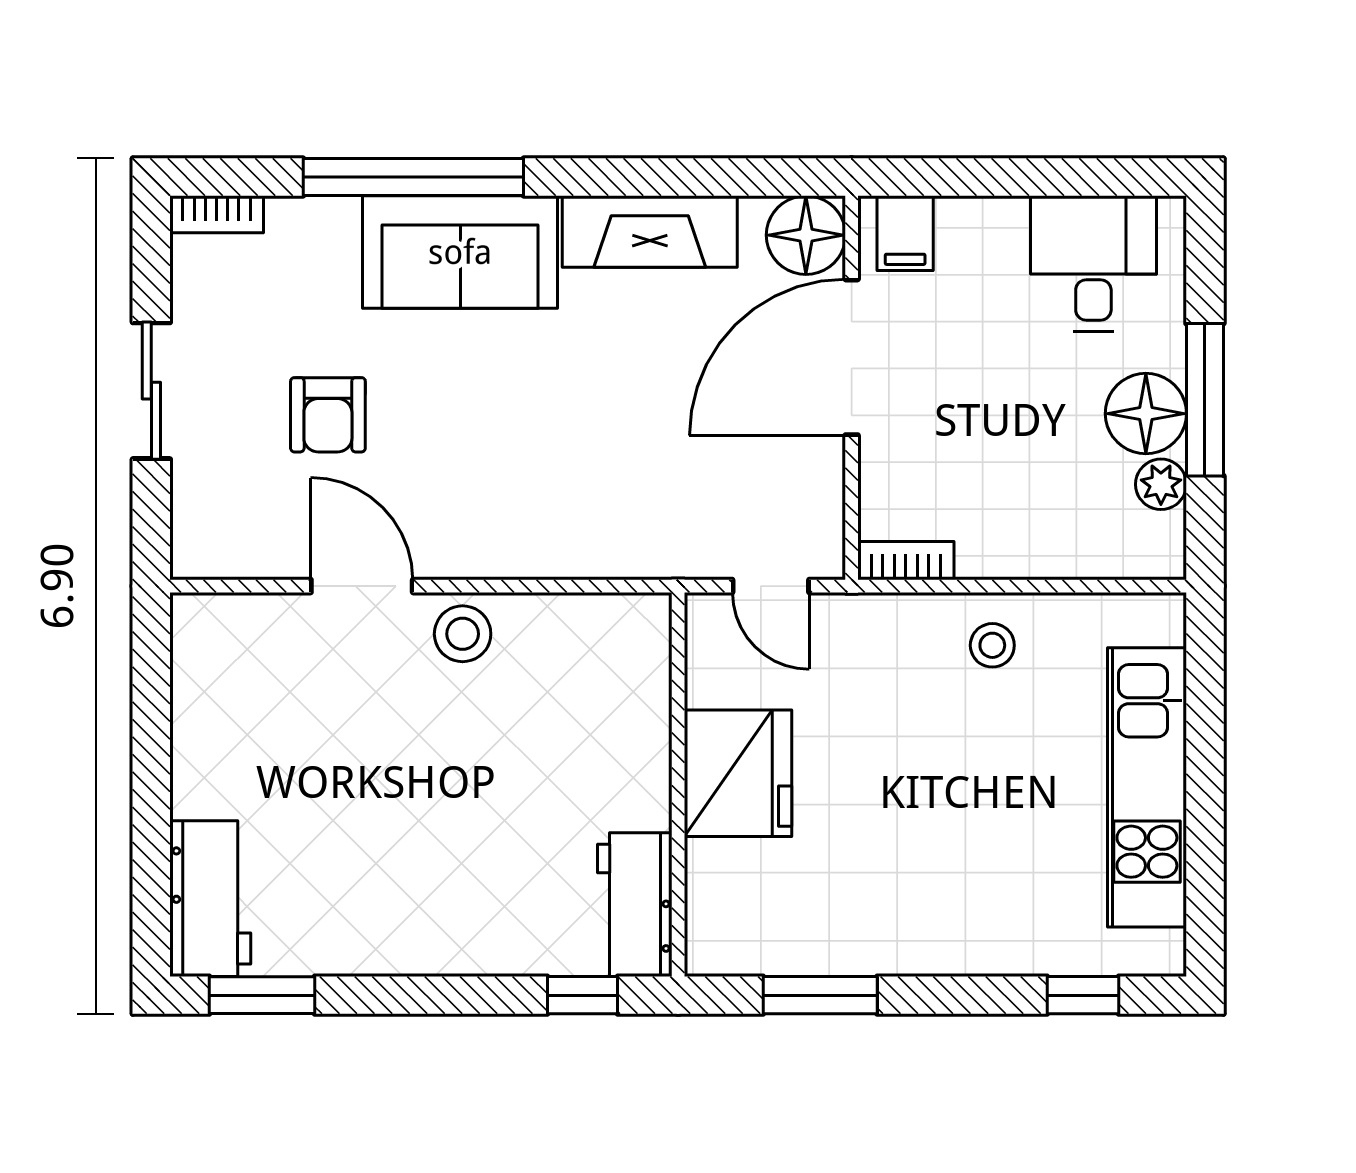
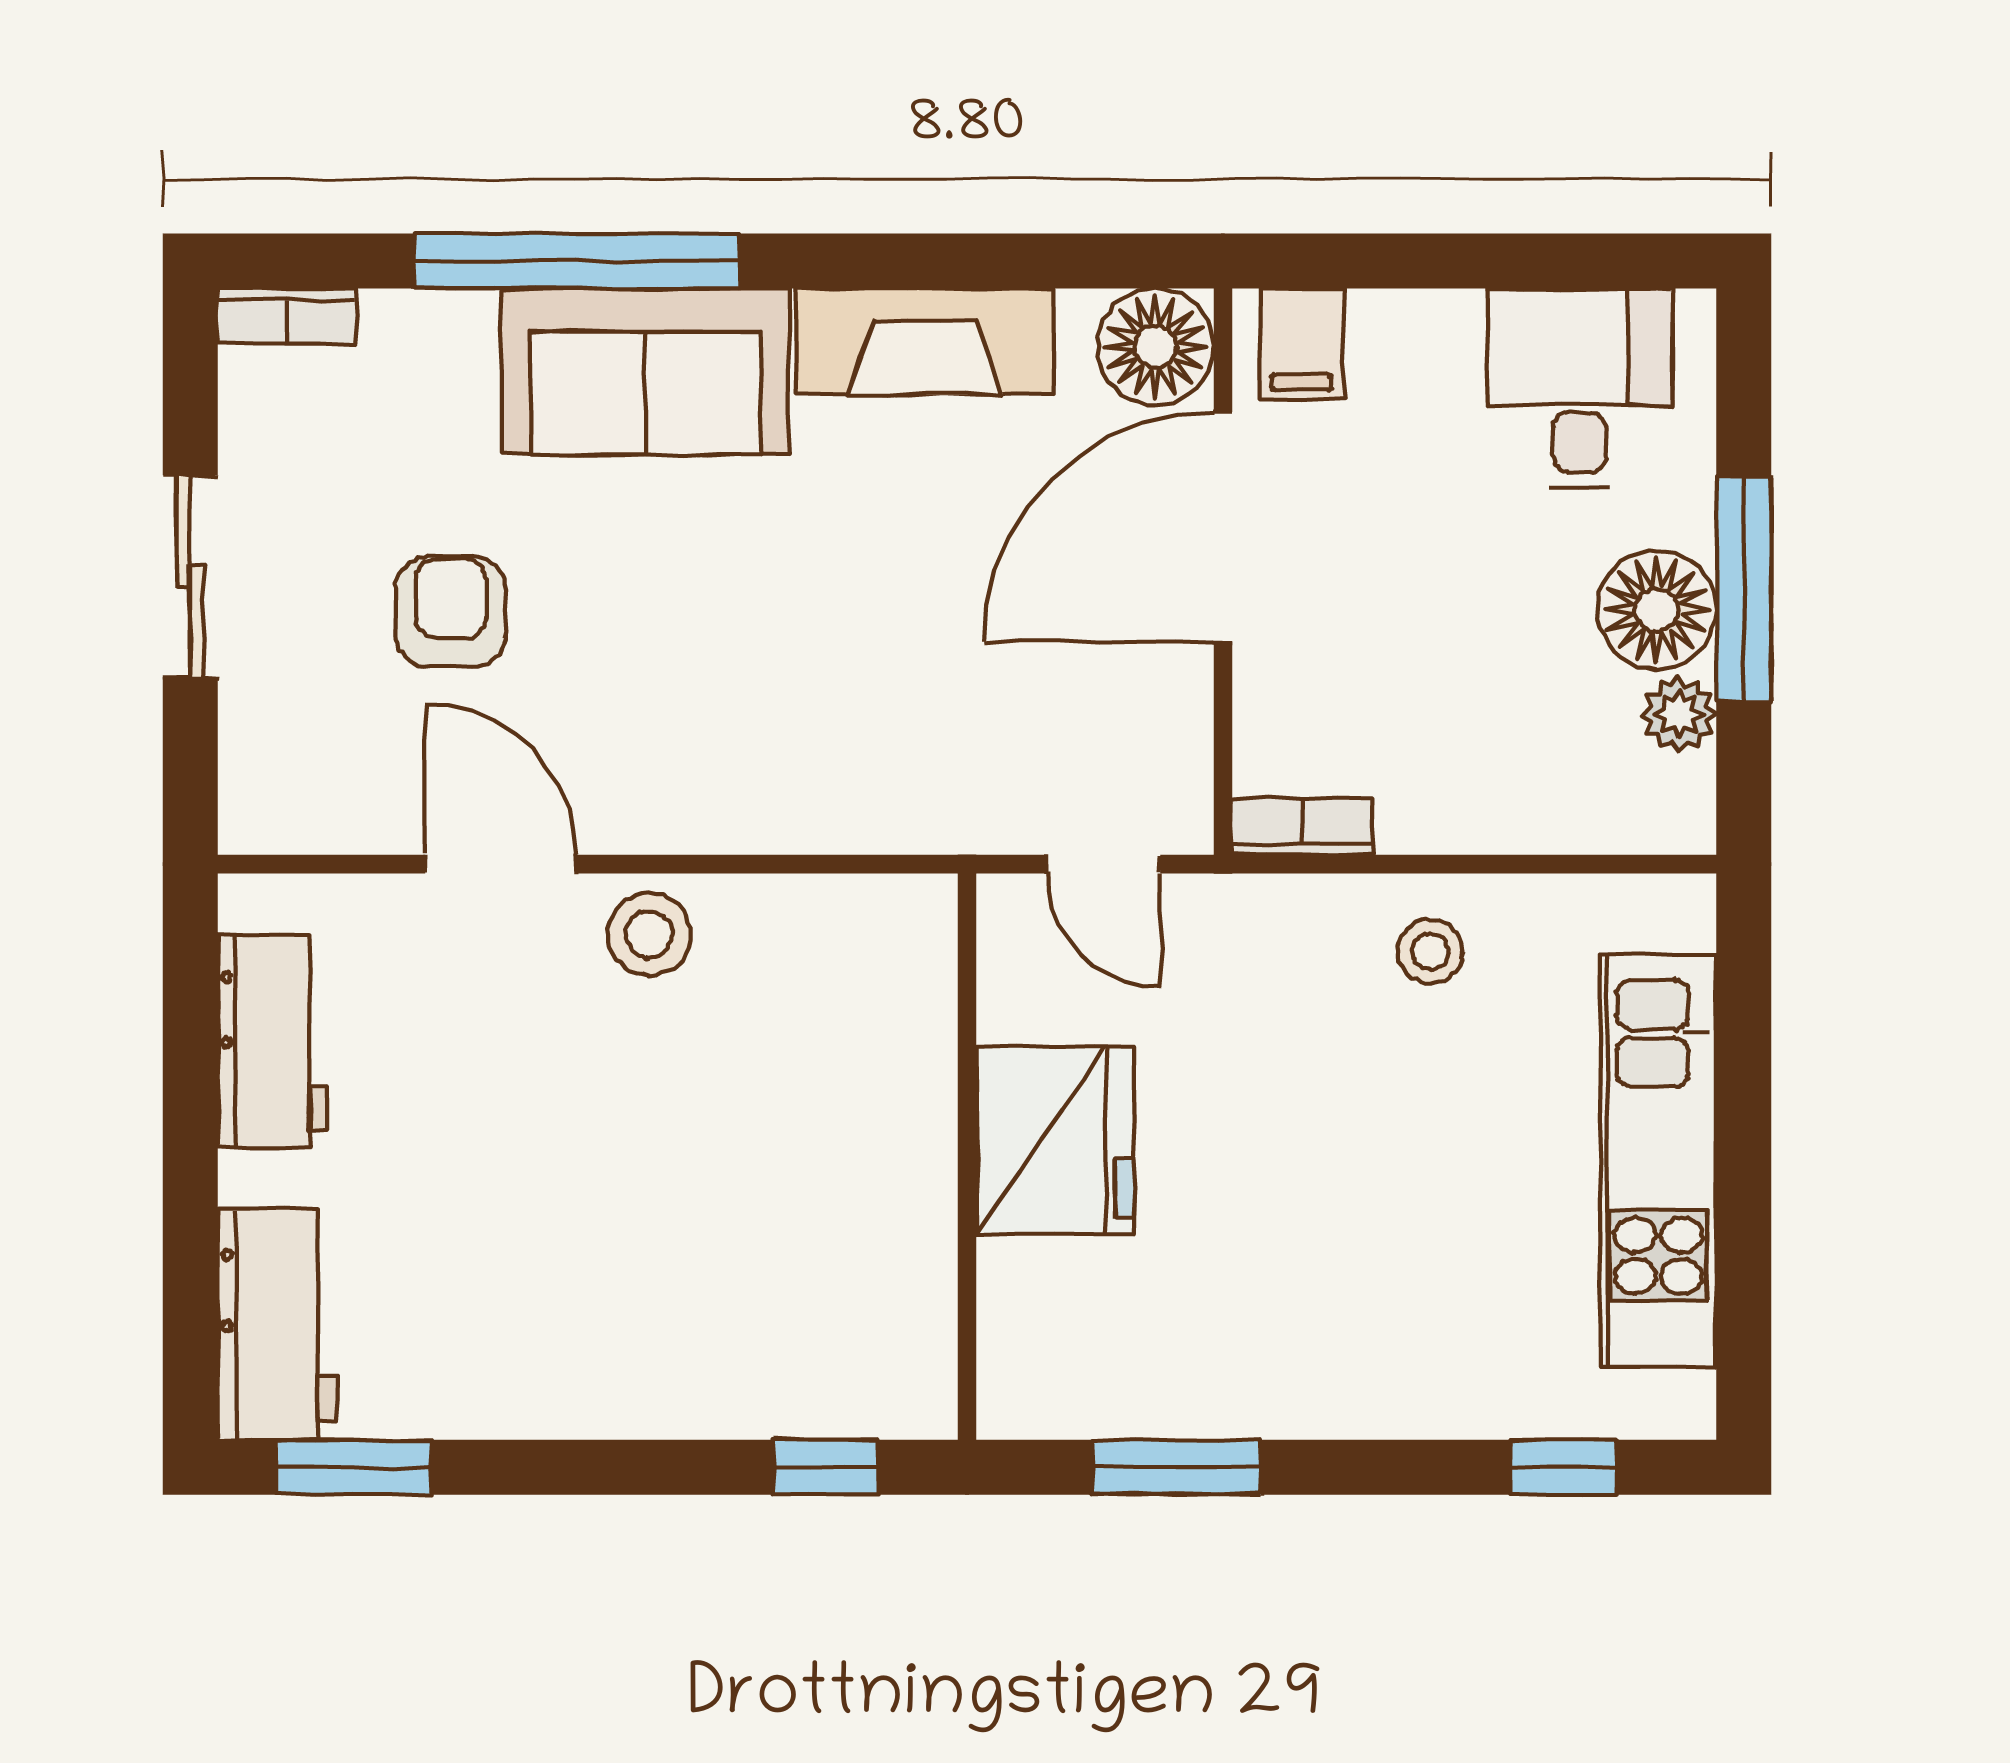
armchair: (328, 415) -> (451, 612), turned 180
workbench: (635, 905) -> (272, 1041), moved, turned 180

